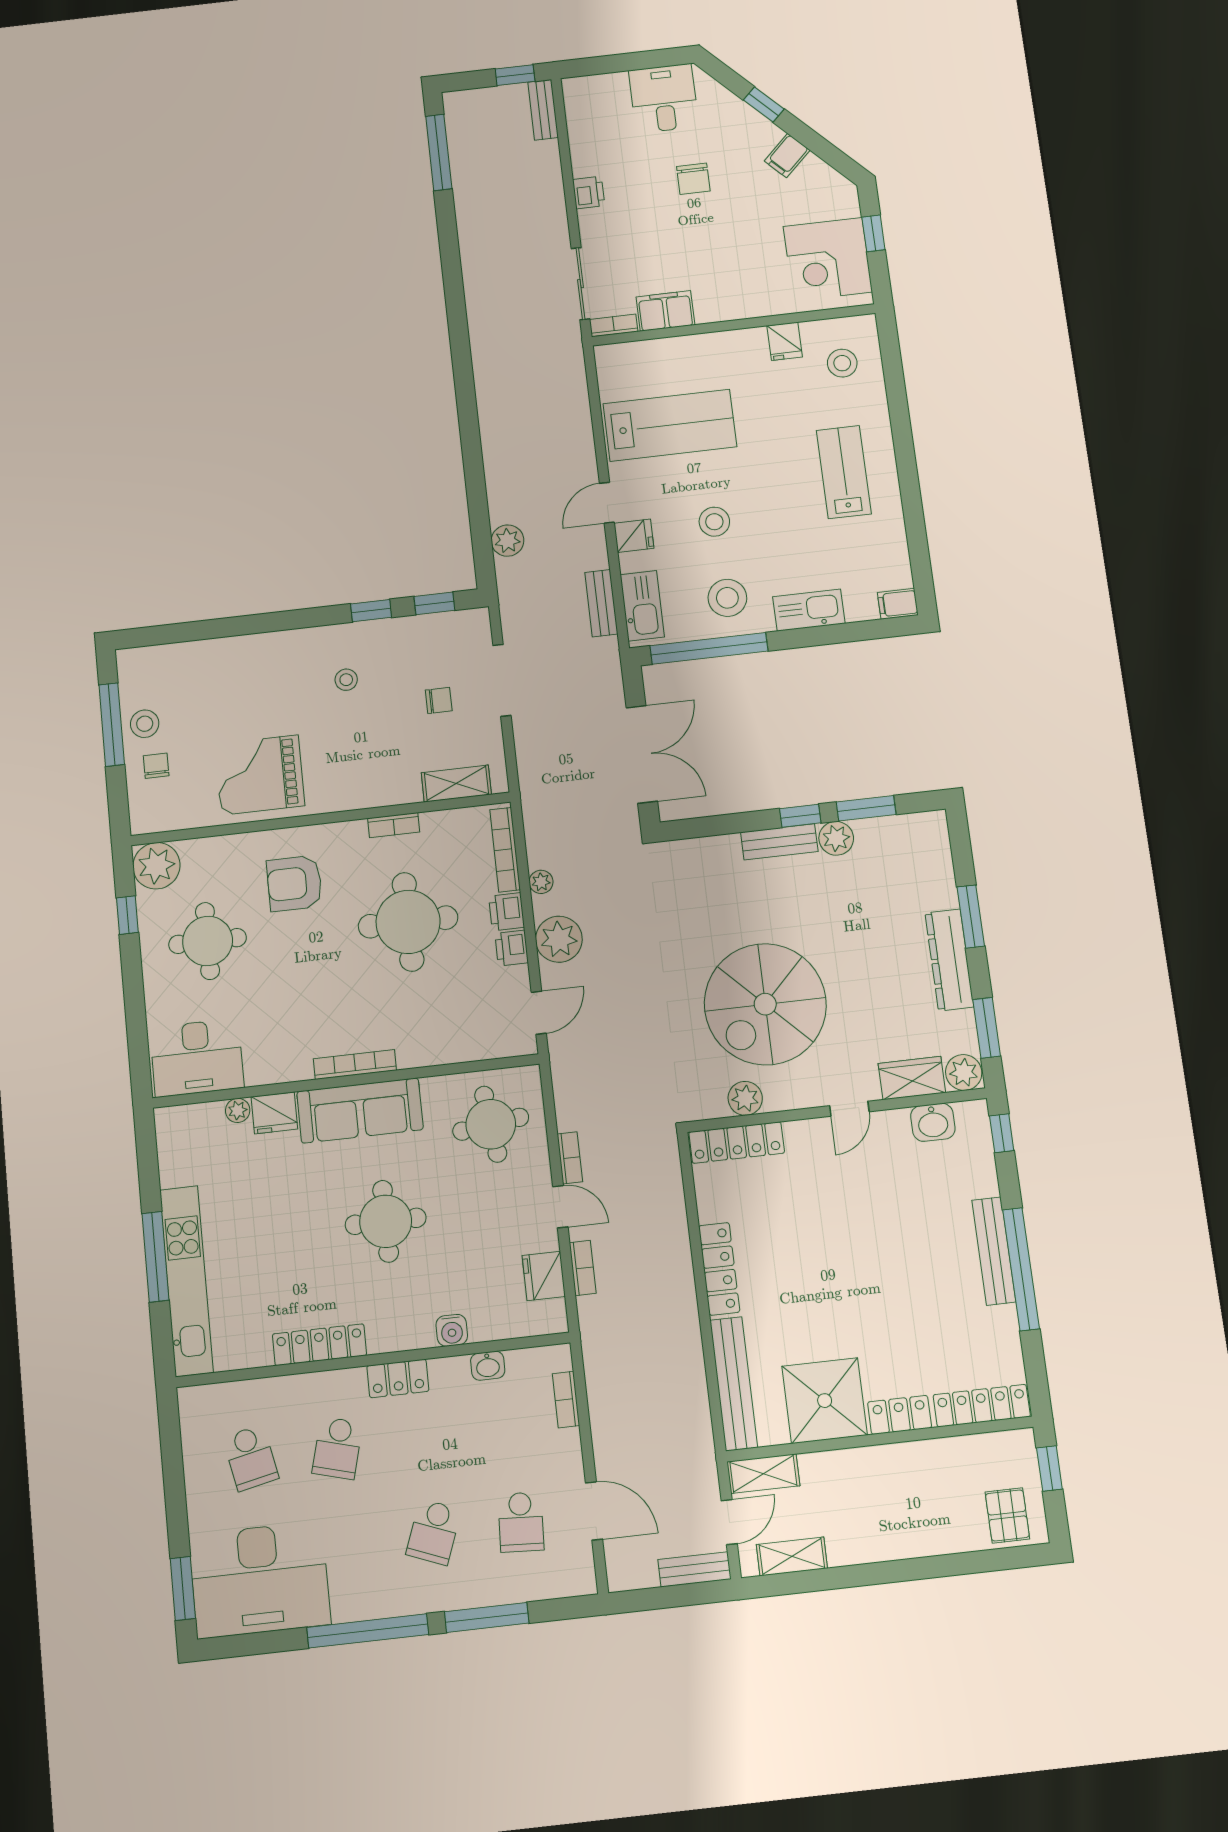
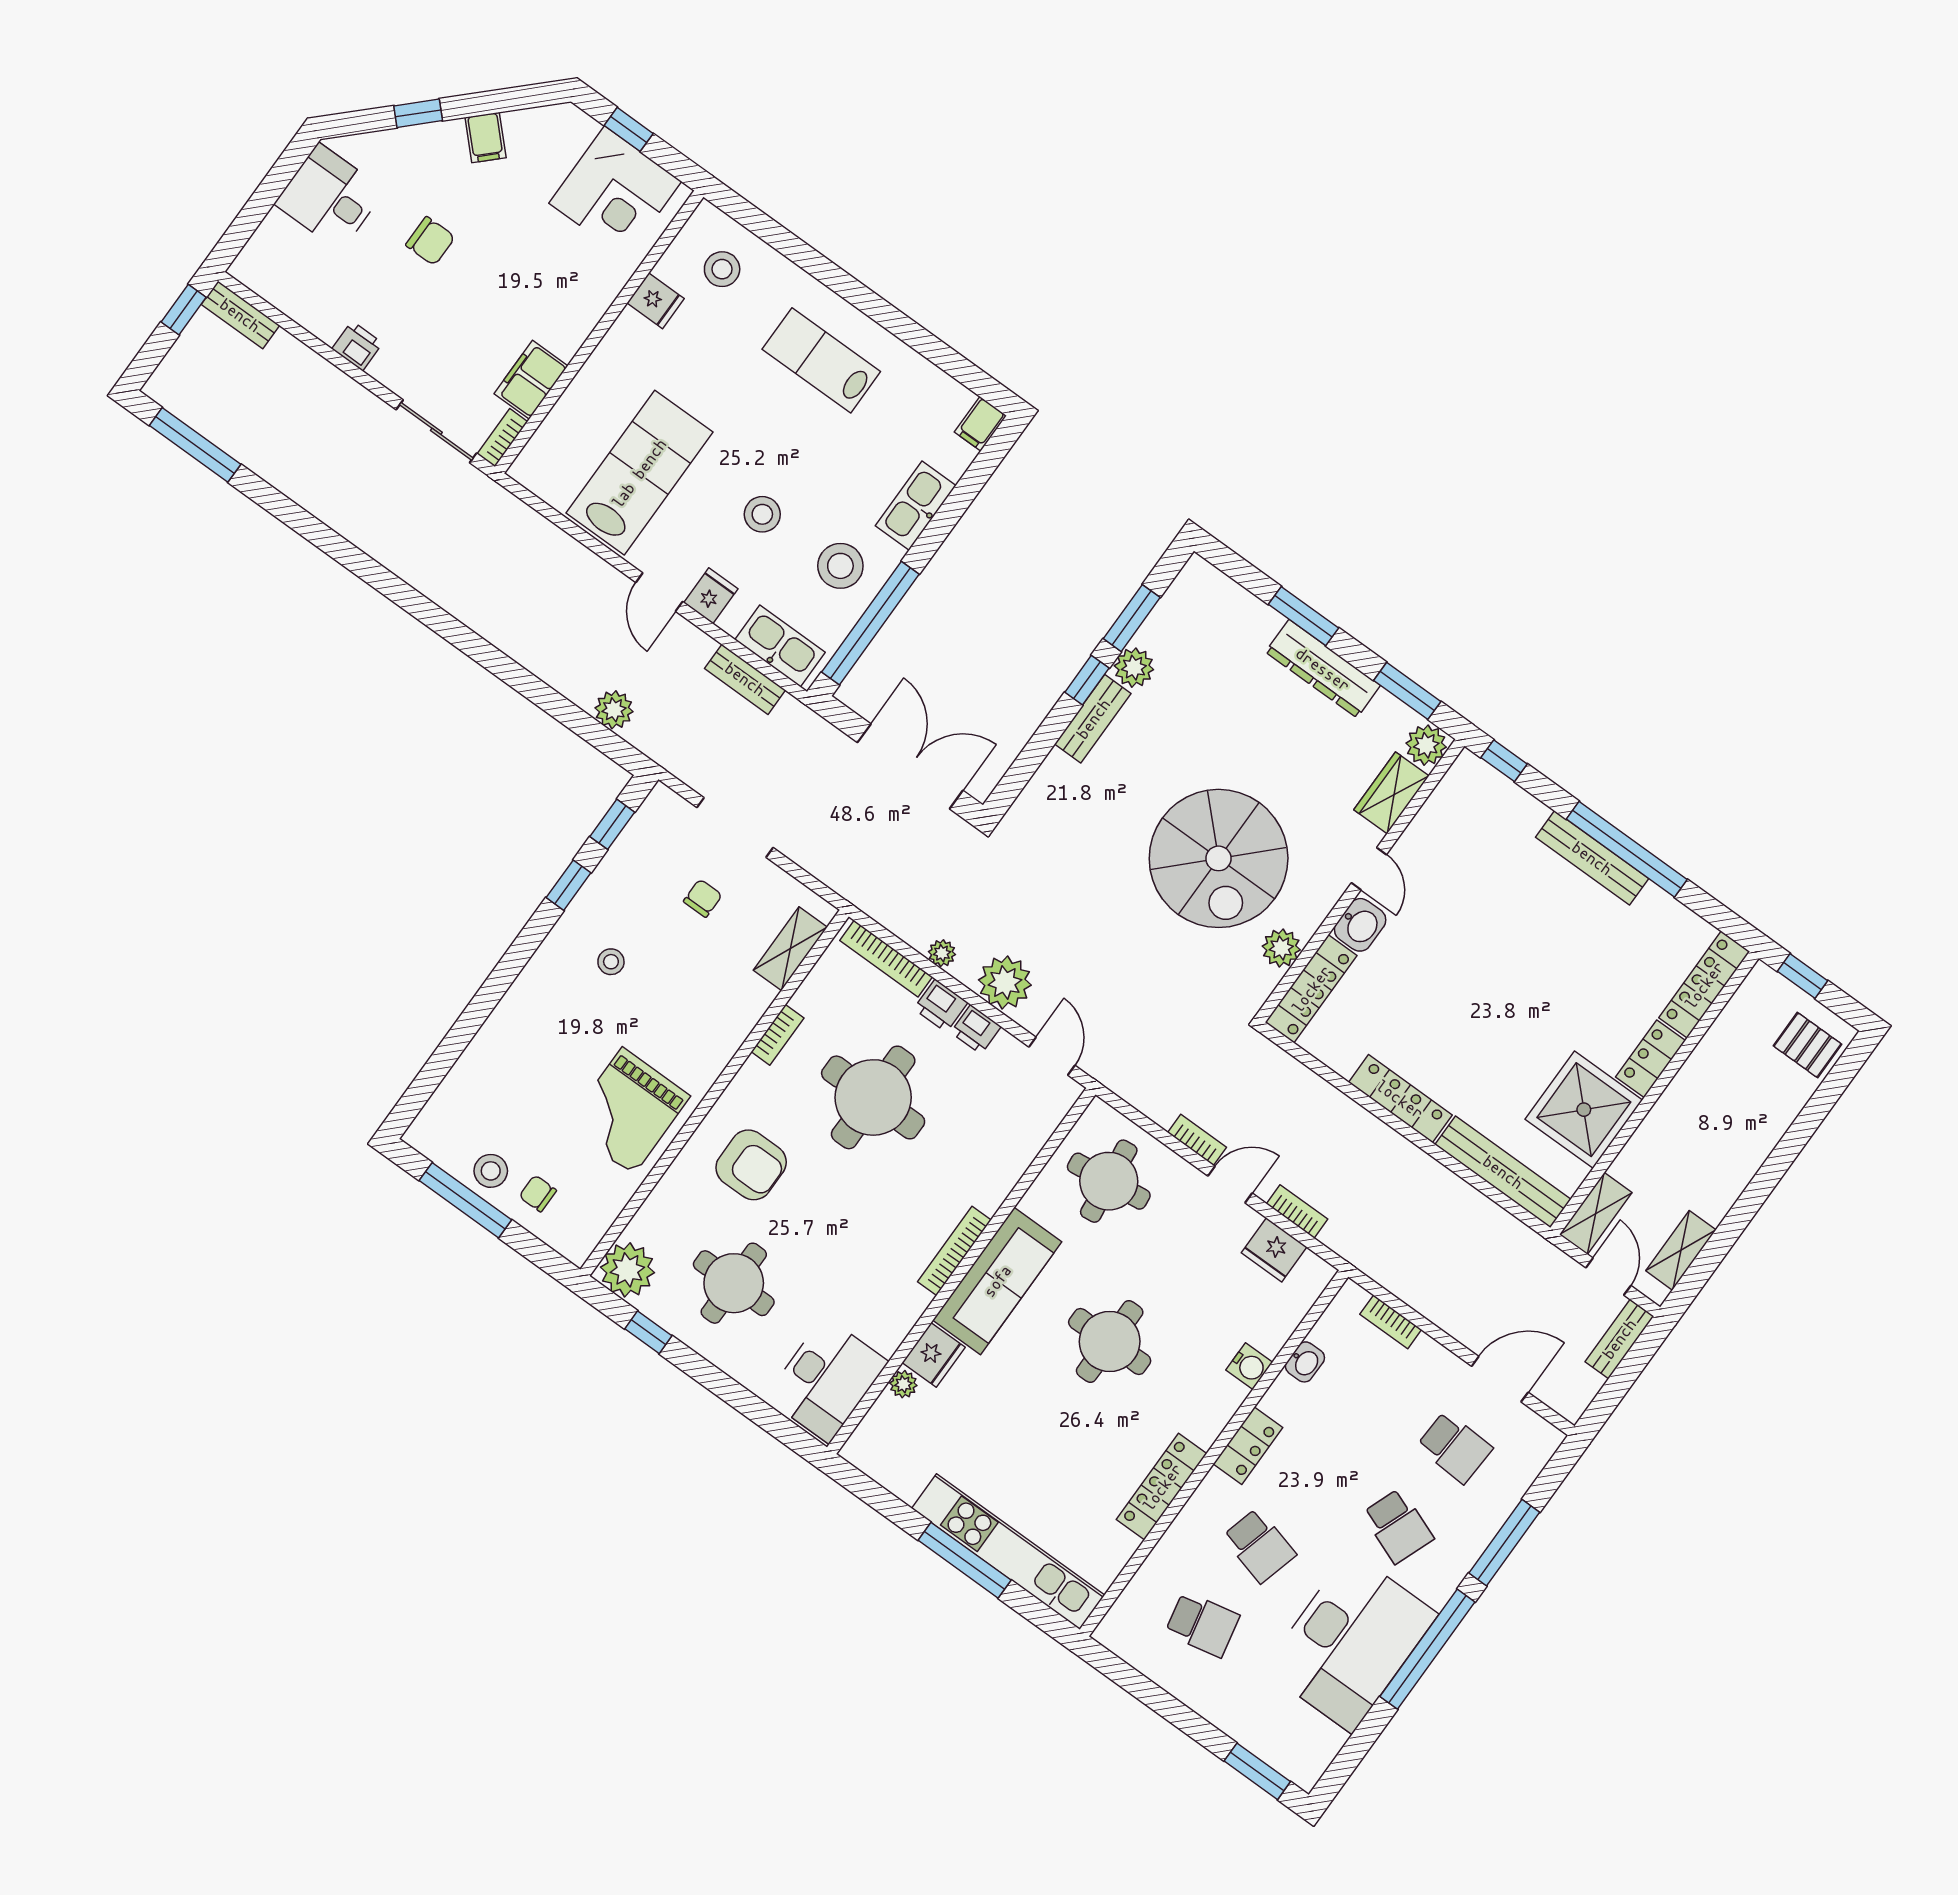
armchair: (294, 883) -> (751, 1165), turned -90
washbasin: (933, 1122) -> (1360, 925), moved
desk: (260, 1580) -> (1351, 1642), moved

